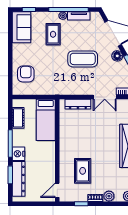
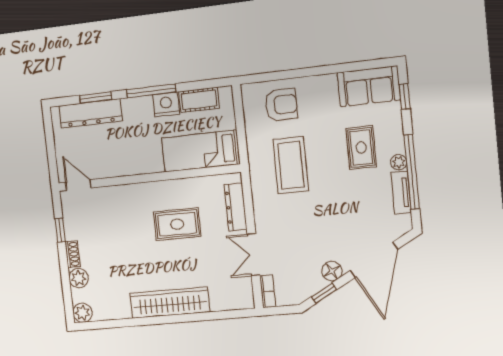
rug: (53, 34) -> (361, 147), turned 90
coffee table: (83, 59) -> (291, 165), moved
nightstand: (18, 154) -> (166, 104), moved
rug: (83, 171) -> (177, 224), moved

